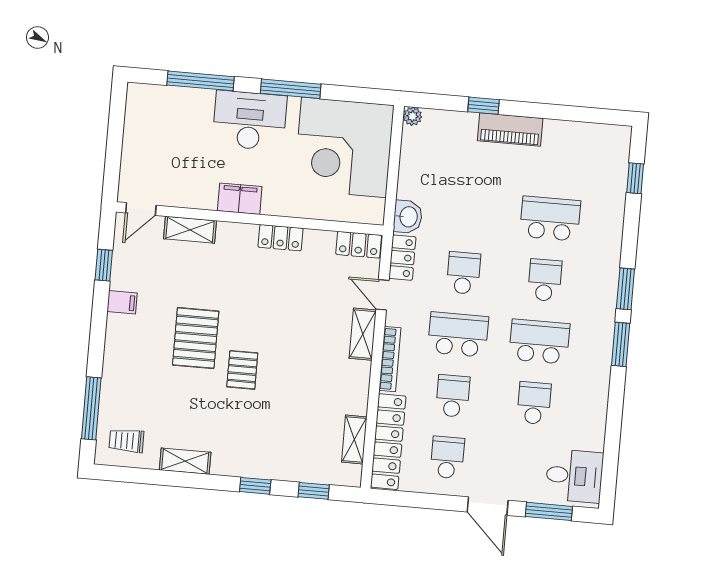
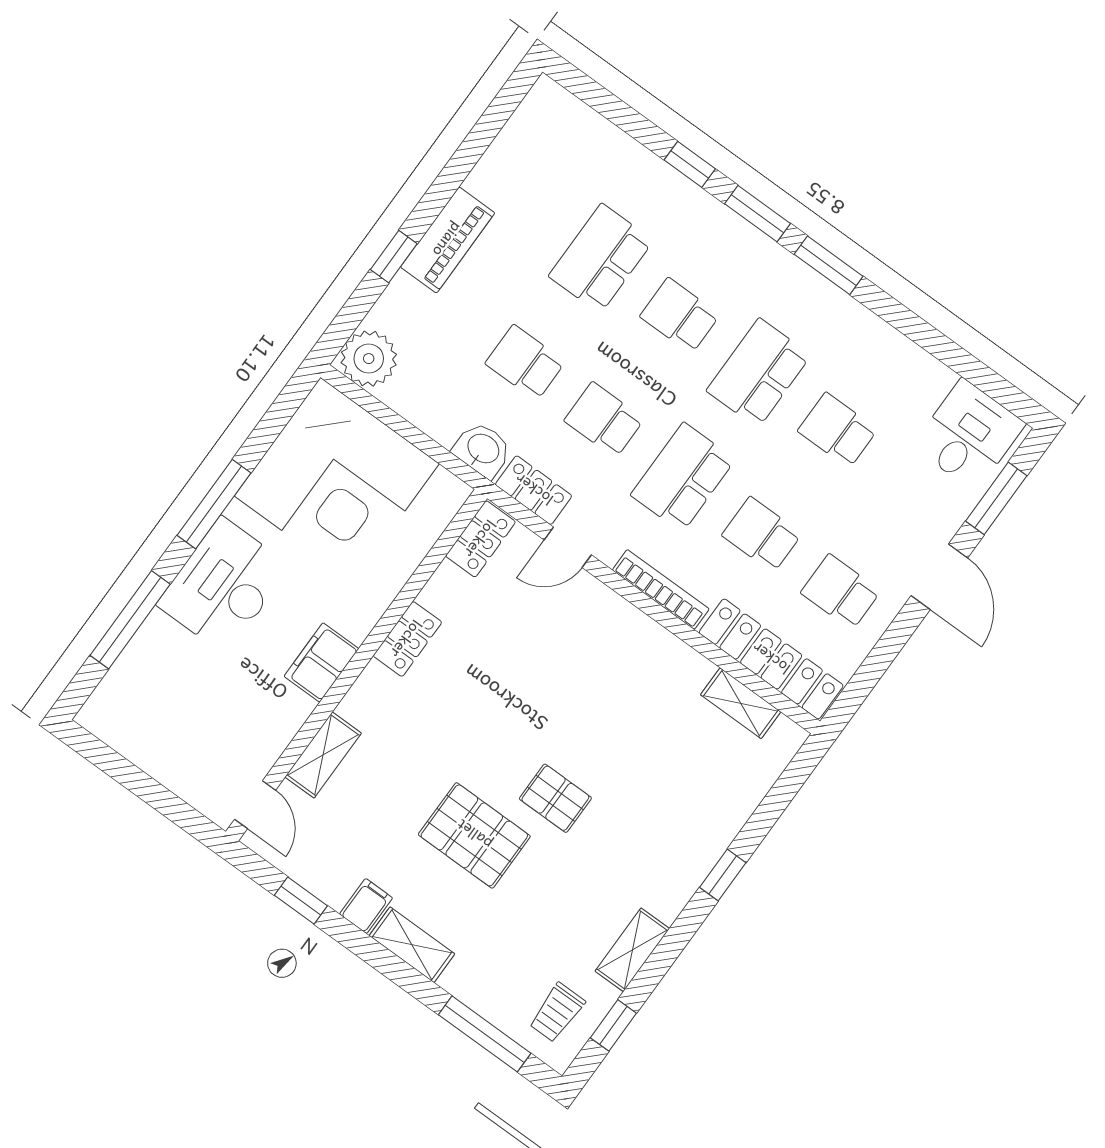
plant: (412, 116) -> (369, 359), width x1.88, depth x1.88
window: (635, 178) -> (690, 164), moved
school desk: (469, 211) -> (525, 363), added
shelving: (363, 334) -> (412, 945), moved
window: (314, 491) -> (613, 1025), moved
door: (488, 506) -> (939, 577), hinge flipped

